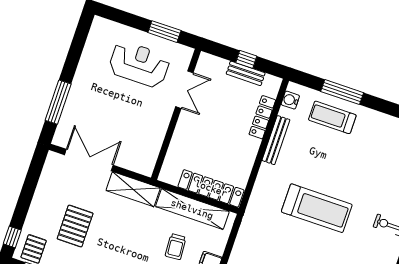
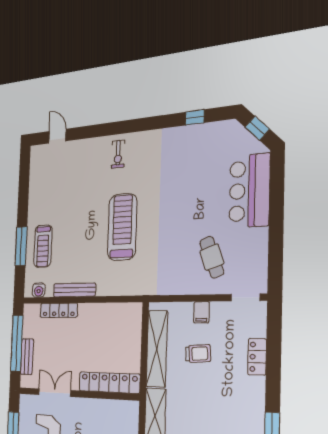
window: (246, 59) -> (17, 343), width x3.17
bench: (246, 73) -> (27, 357), moved
locker: (211, 188) -> (109, 383), moved, turned 90

